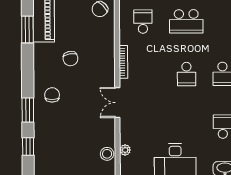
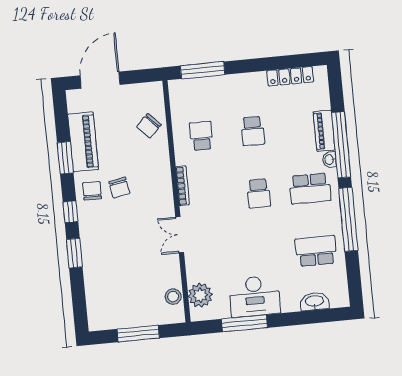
school desk: (186, 21) -> (253, 131), width x0.54
chair: (52, 95) -> (92, 191), moved
window: (28, 146) -> (70, 212), moved
plant: (125, 150) -> (200, 295), width x1.88, depth x1.88

